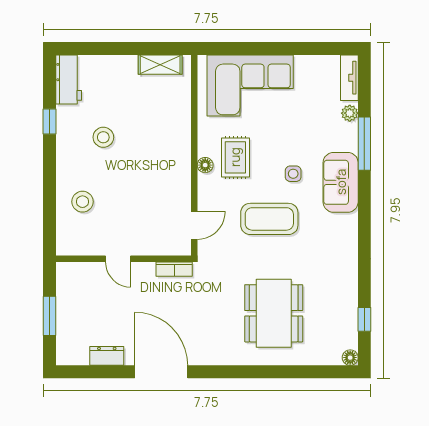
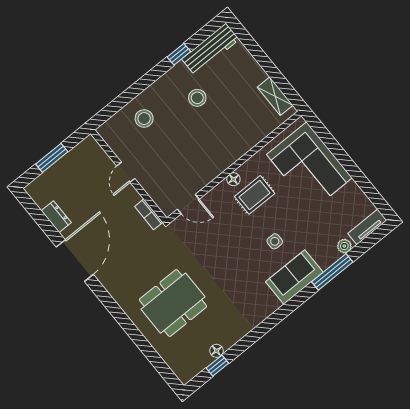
workbench: (69, 80) -> (210, 49), width x1.38
coffee table: (269, 219) -> (232, 250), removed
floor lamp: (350, 358) -> (217, 351), moved

